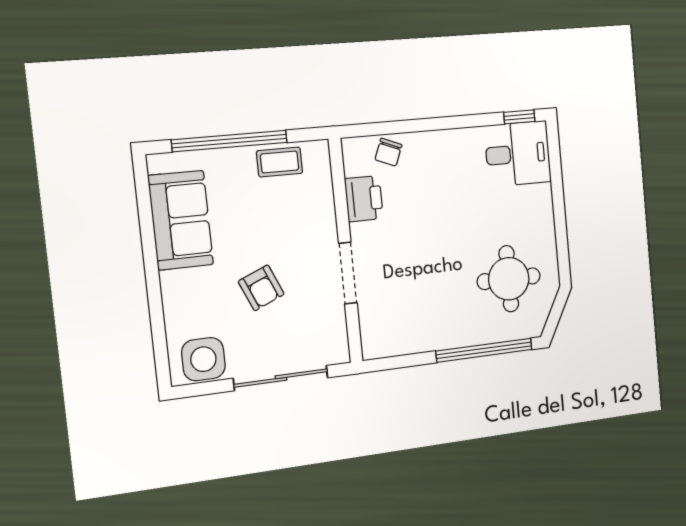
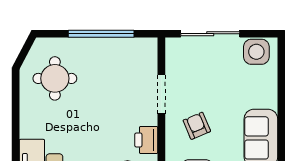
armchair: (261, 288) -> (197, 126), moved
window: (484, 350) -> (101, 34), moved

